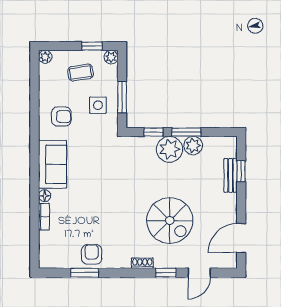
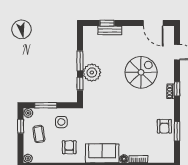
window: (122, 97) -> (46, 105), moved
plant: (193, 145) -> (89, 56), removed
armchair: (92, 254) -> (164, 126), turned -90
window: (166, 273) -> (177, 89), moved

